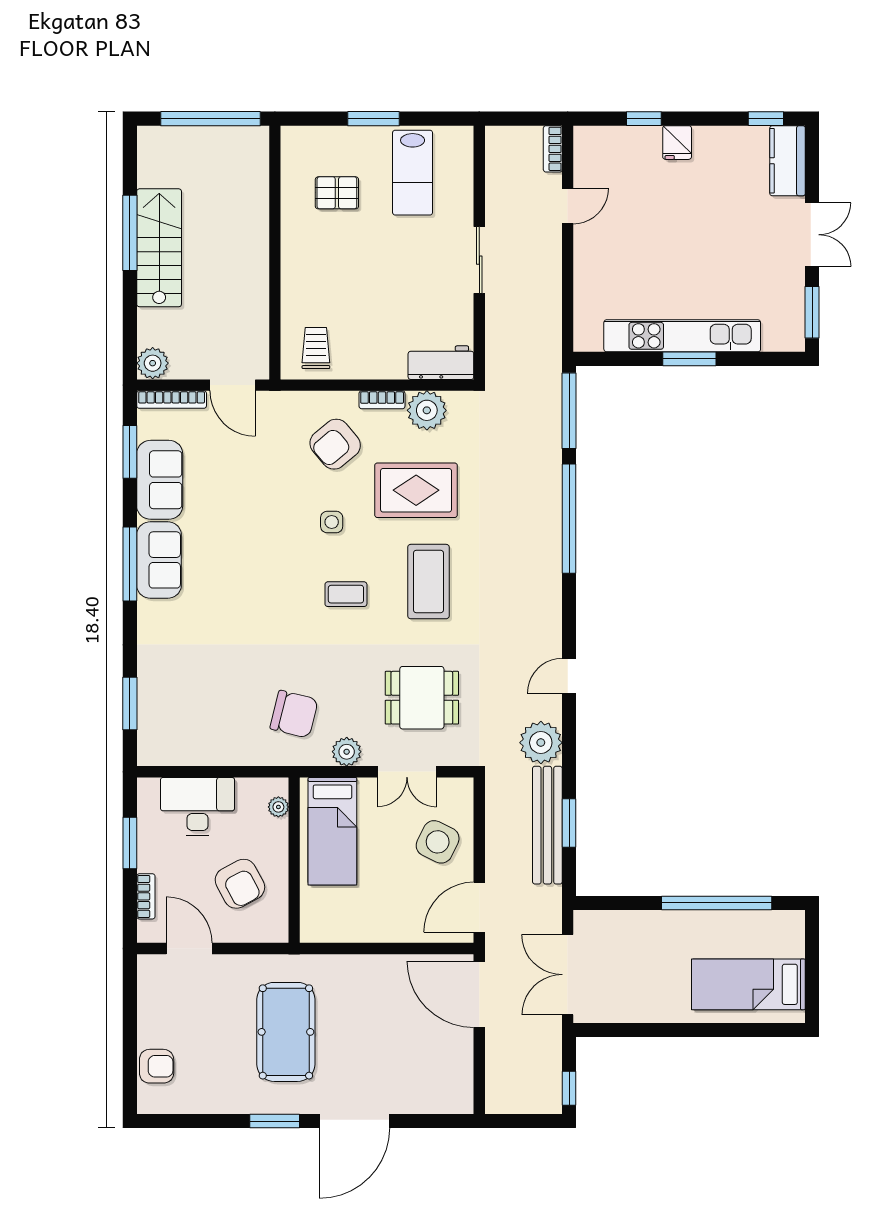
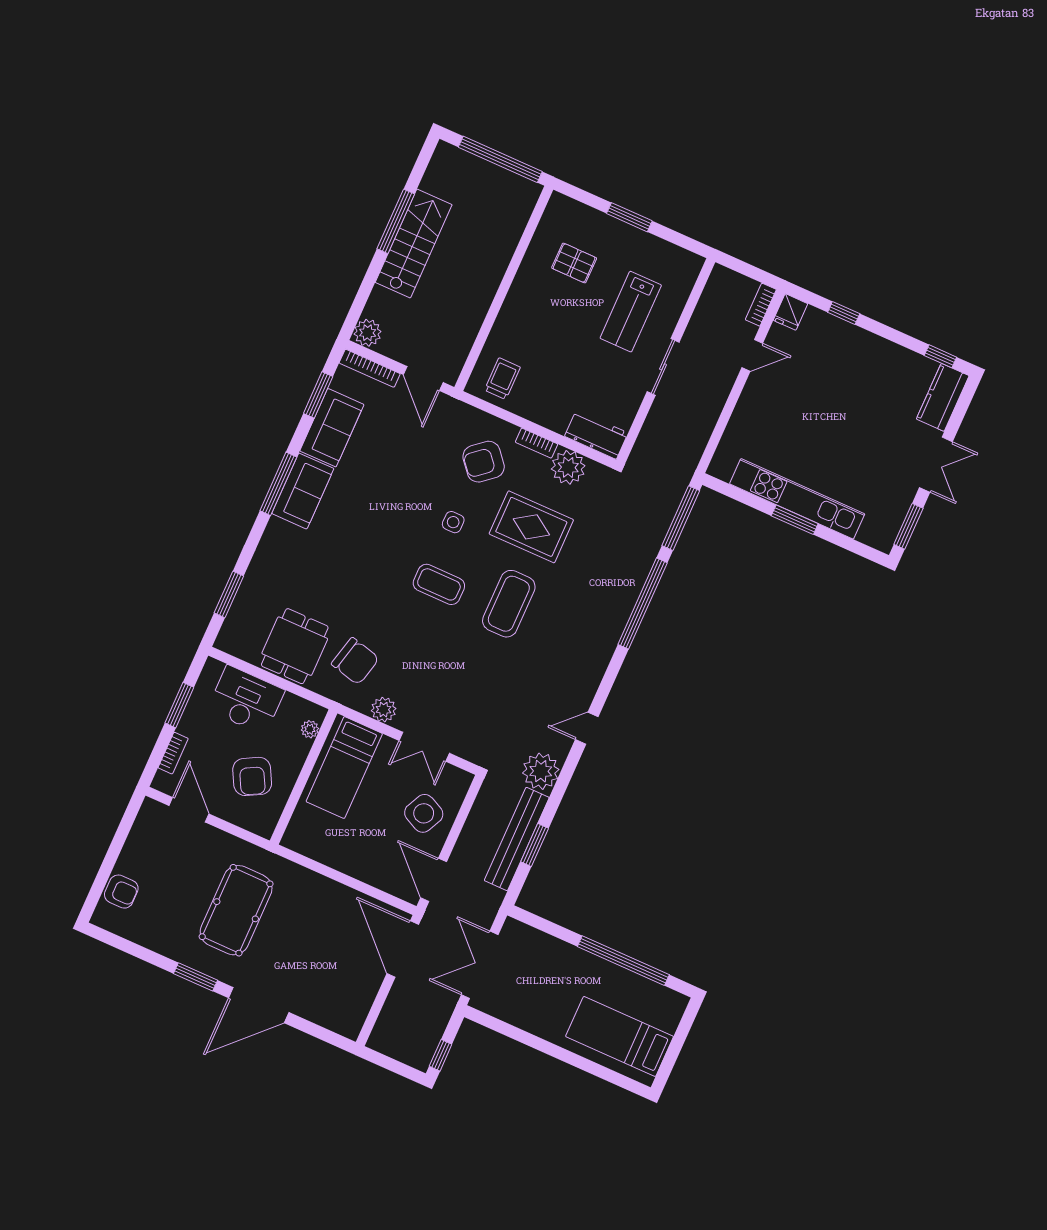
fridge: (677, 143) -> (791, 312), moved
lab bench: (413, 173) -> (631, 312), moved
coffee table: (346, 594) -> (439, 584), width x1.36, depth x1.30
dining table: (422, 698) -> (295, 646), moved, turned 90
door: (479, 907) -> (434, 880), hinge flipped

